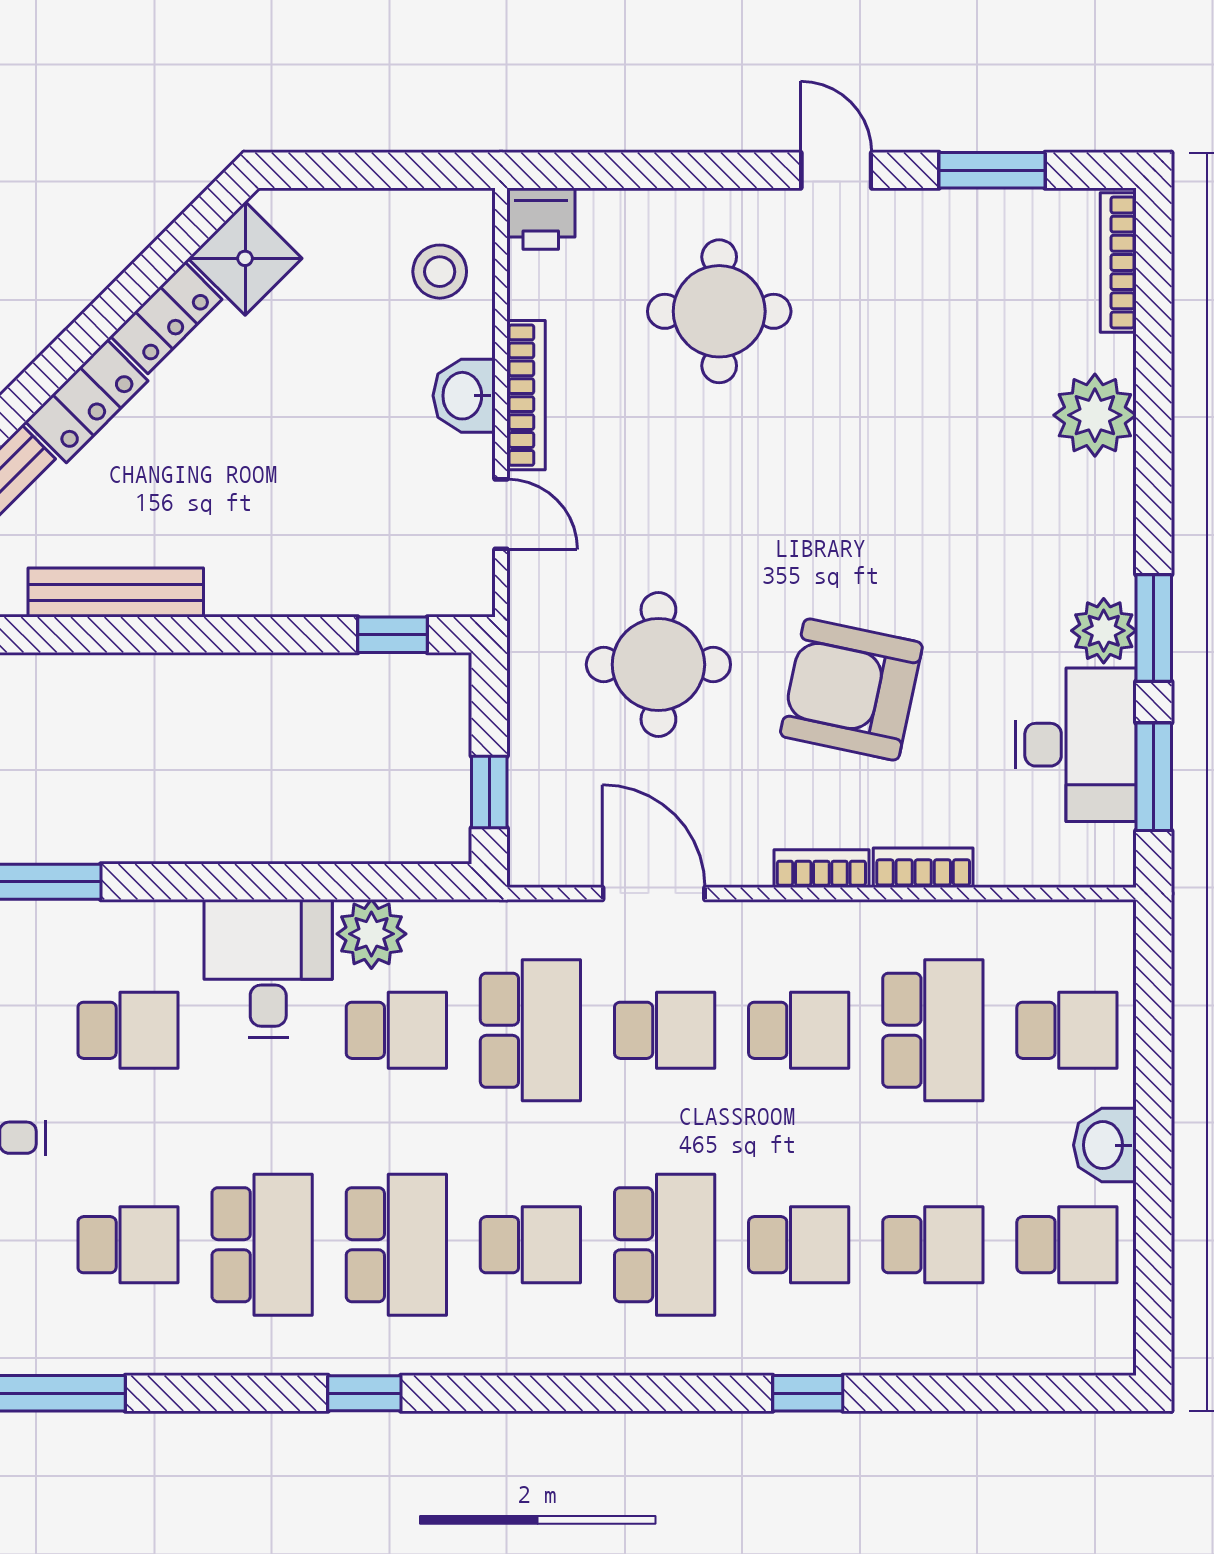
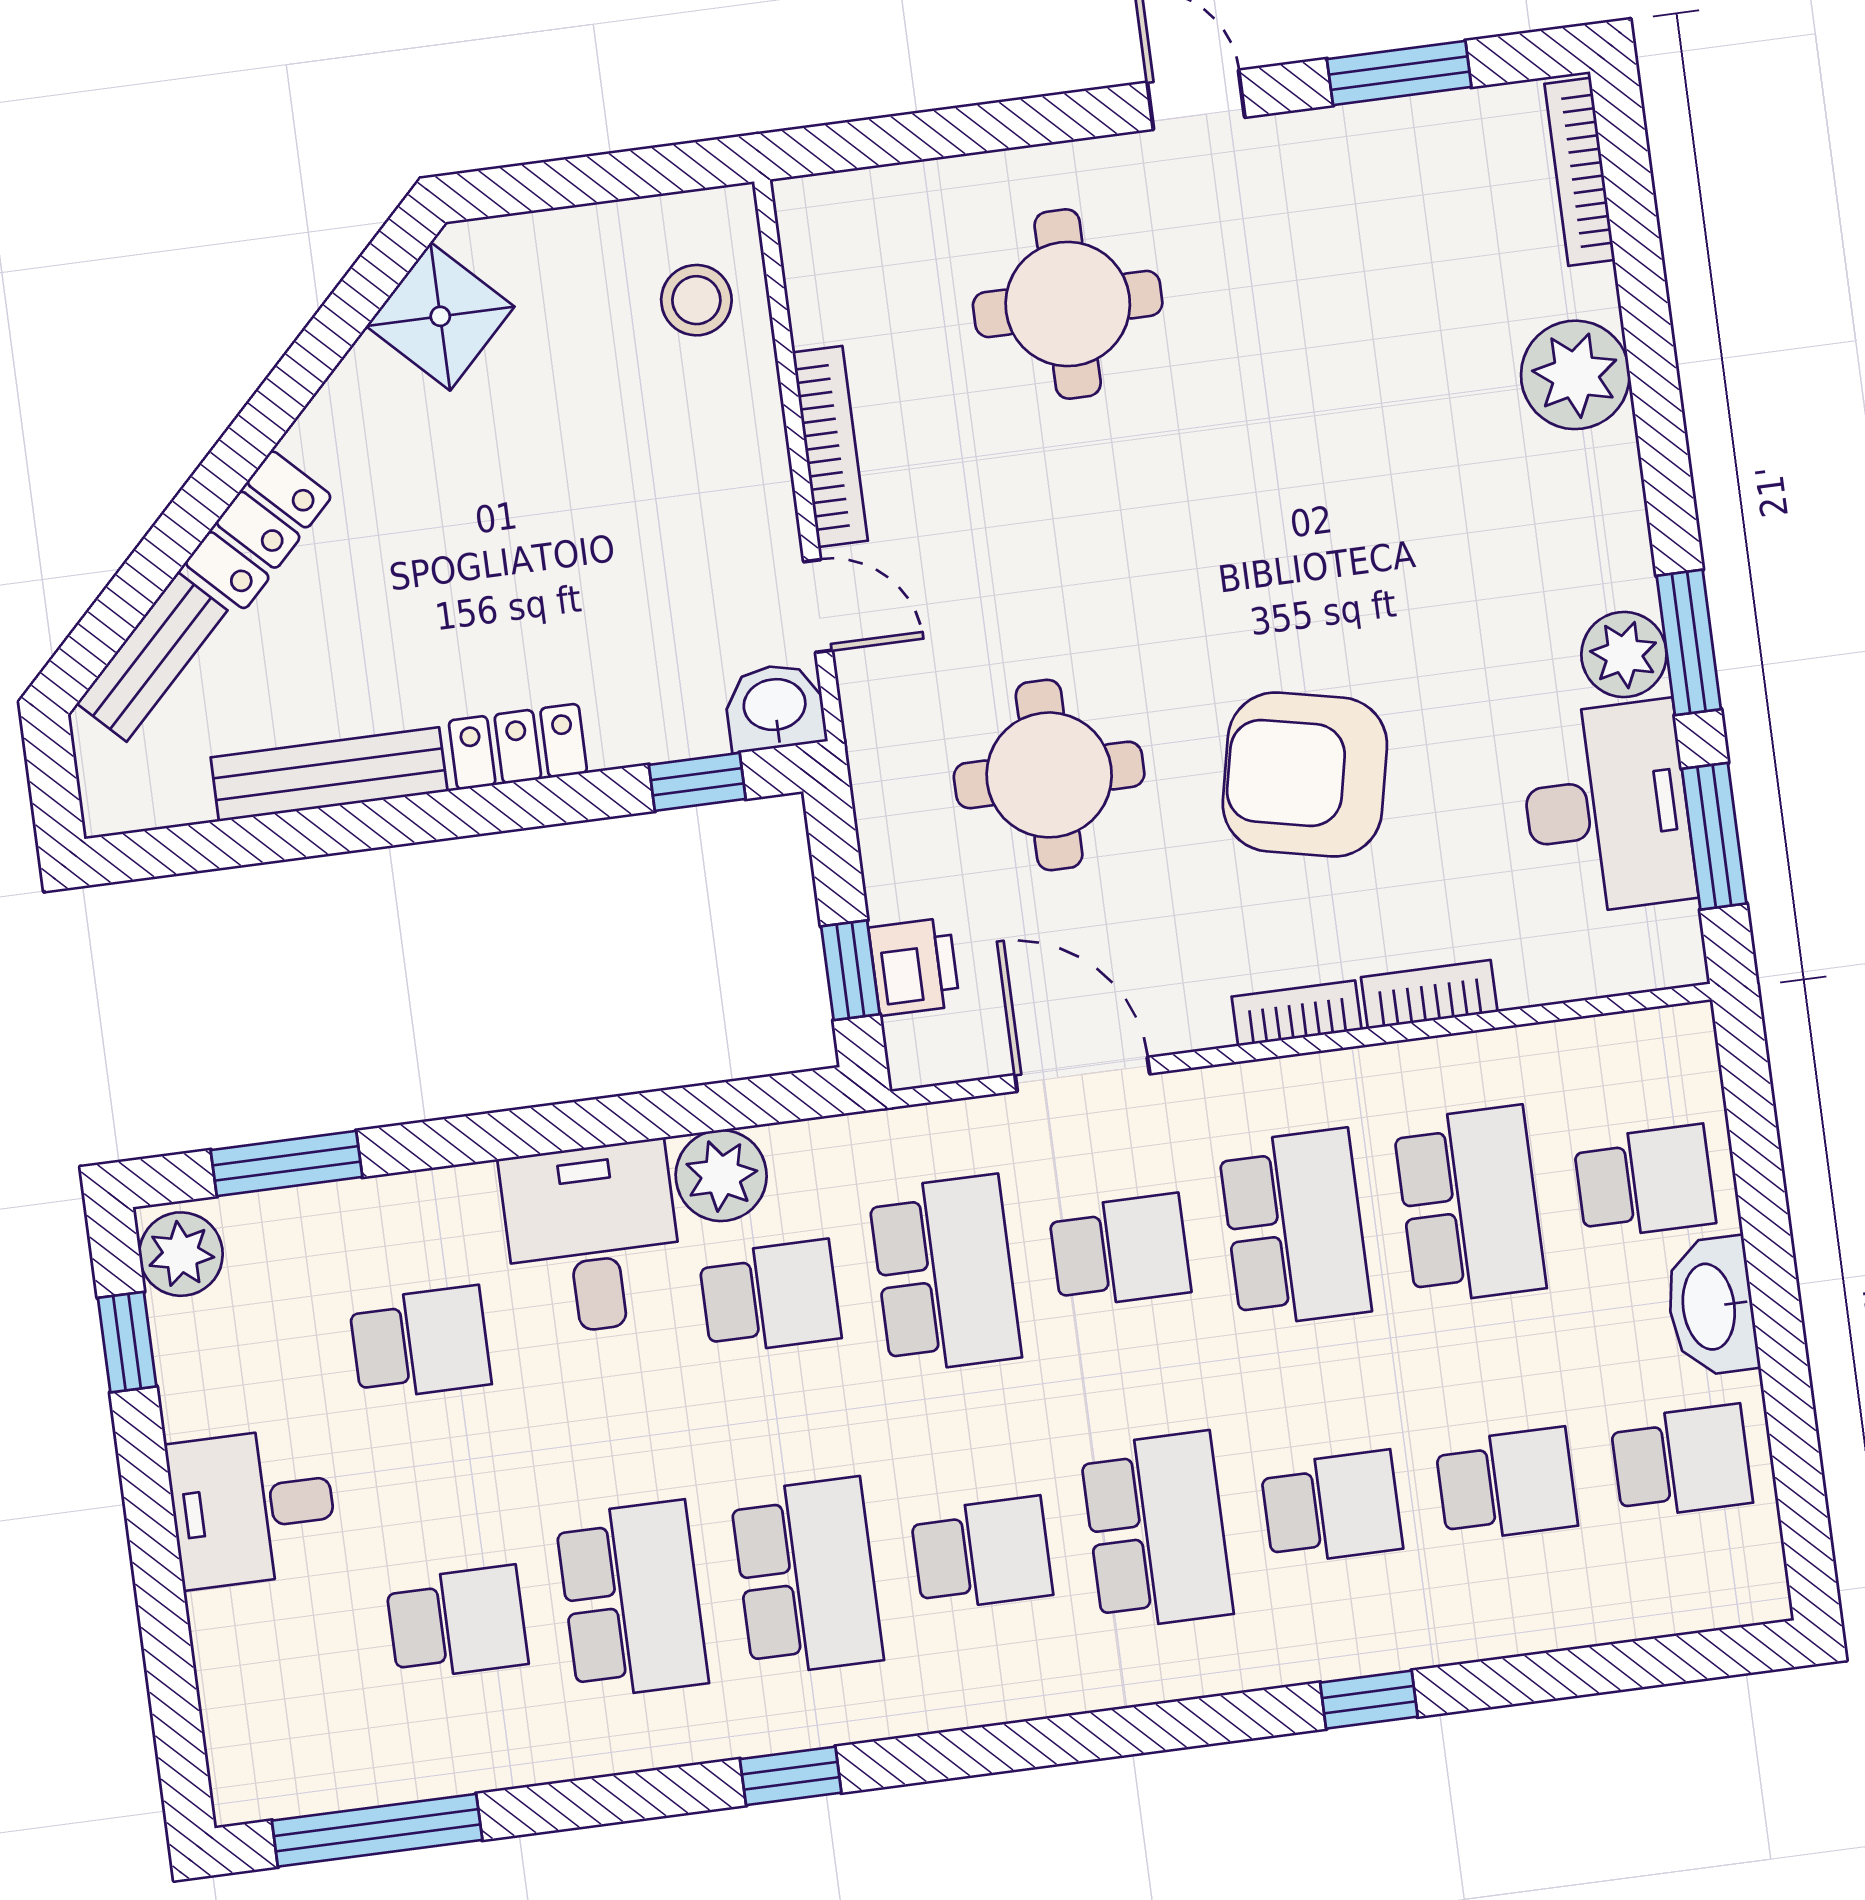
printer: (541, 219) -> (914, 967), moved, turned -90
locker: (166, 318) -> (518, 747), moved, turned -135
washbasin: (464, 396) -> (775, 707), moved, turned 90
school desk: (799, 1030) -> (1295, 1228), width x1.85
washbasin: (1105, 1145) -> (1711, 1306), width x1.38

